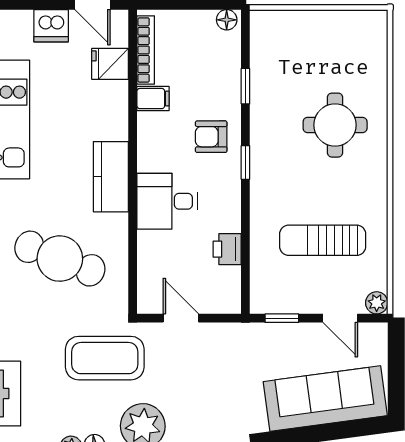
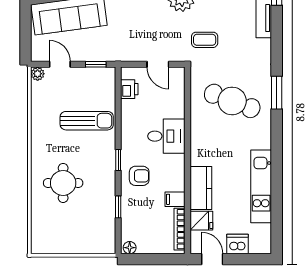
kitchen counter: (111, 177) -> (201, 188), moved
sun lounger: (323, 240) -> (87, 121), moved
printer: (227, 249) -> (129, 89), moved
coffee table: (105, 358) -> (205, 40), width x0.54, depth x0.58

